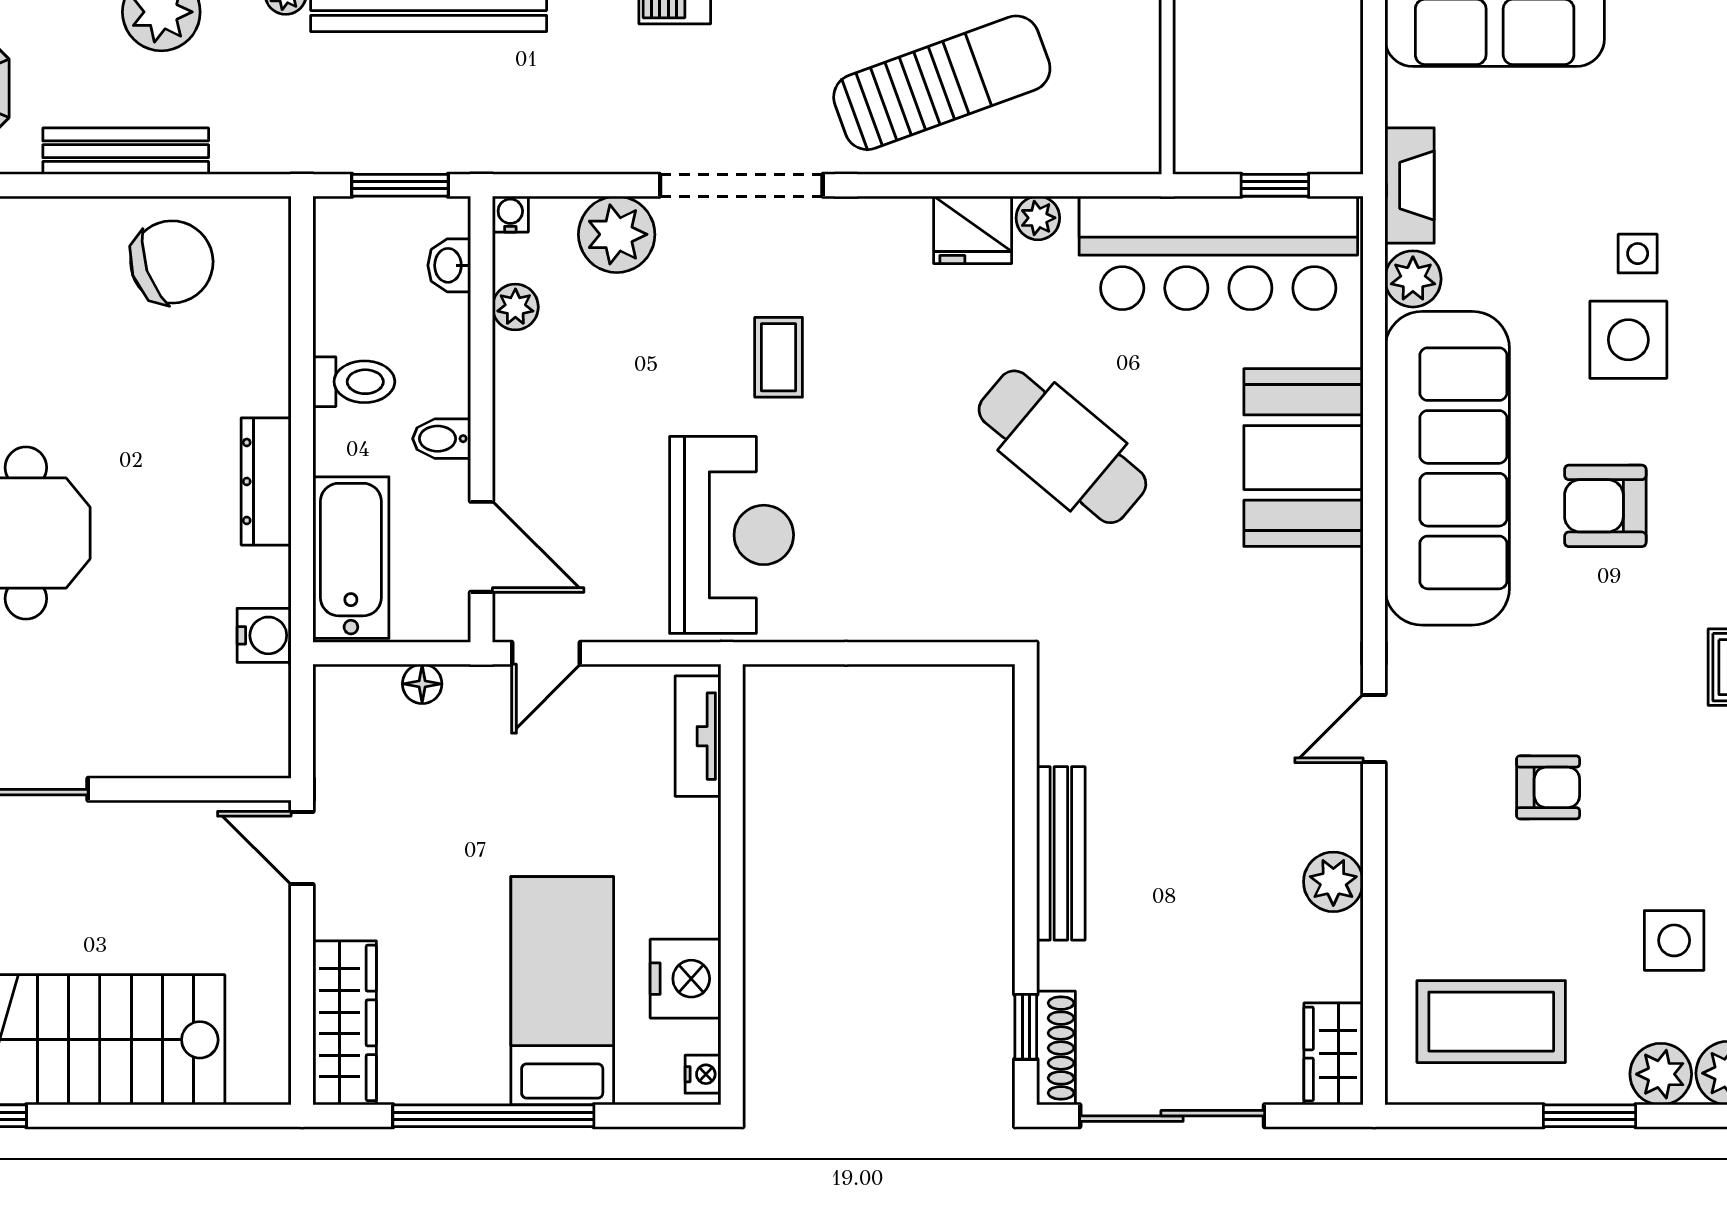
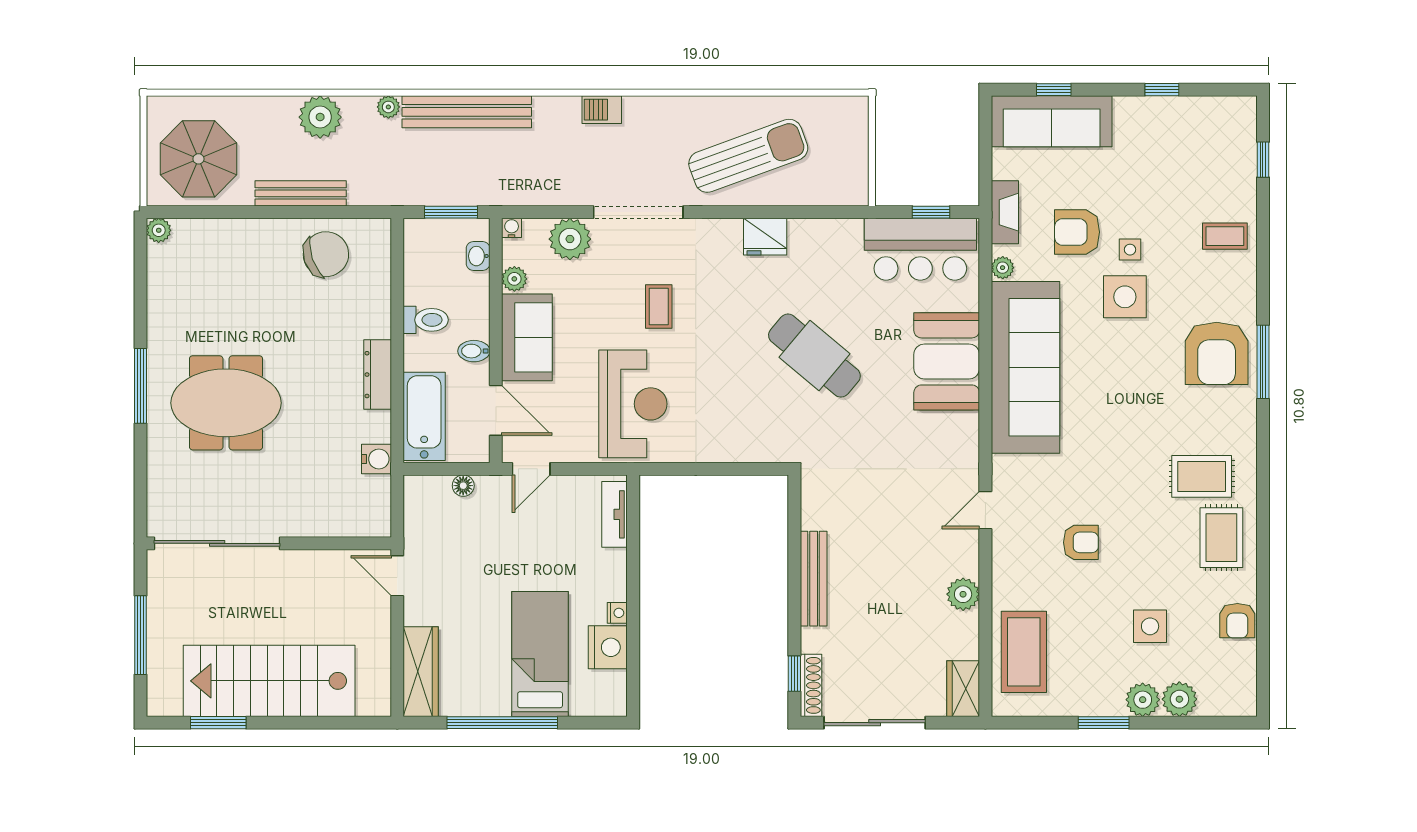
plant: (1038, 218) -> (801, 230), removed
bar counter: (1218, 253) -> (920, 249), width x0.73
plant: (1413, 279) -> (1003, 268), width x0.73, depth x0.73
sofa: (538, 414) -> (527, 337), added
armchair: (1605, 506) -> (1077, 232), moved
coffee table: (1491, 1022) -> (1024, 652), moved, turned 90
nightstand: (703, 1074) -> (617, 613), moved

